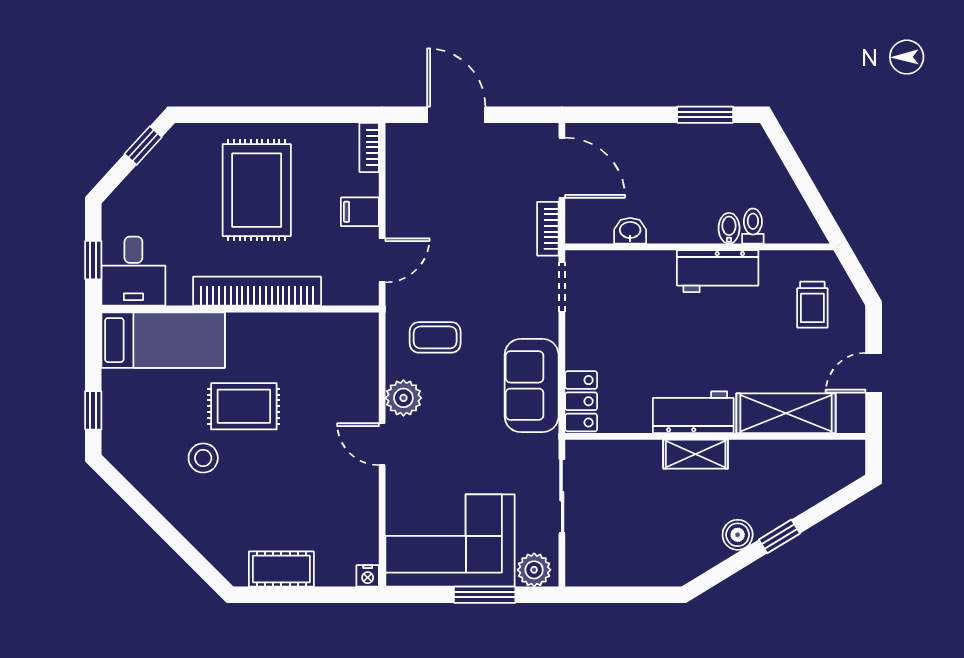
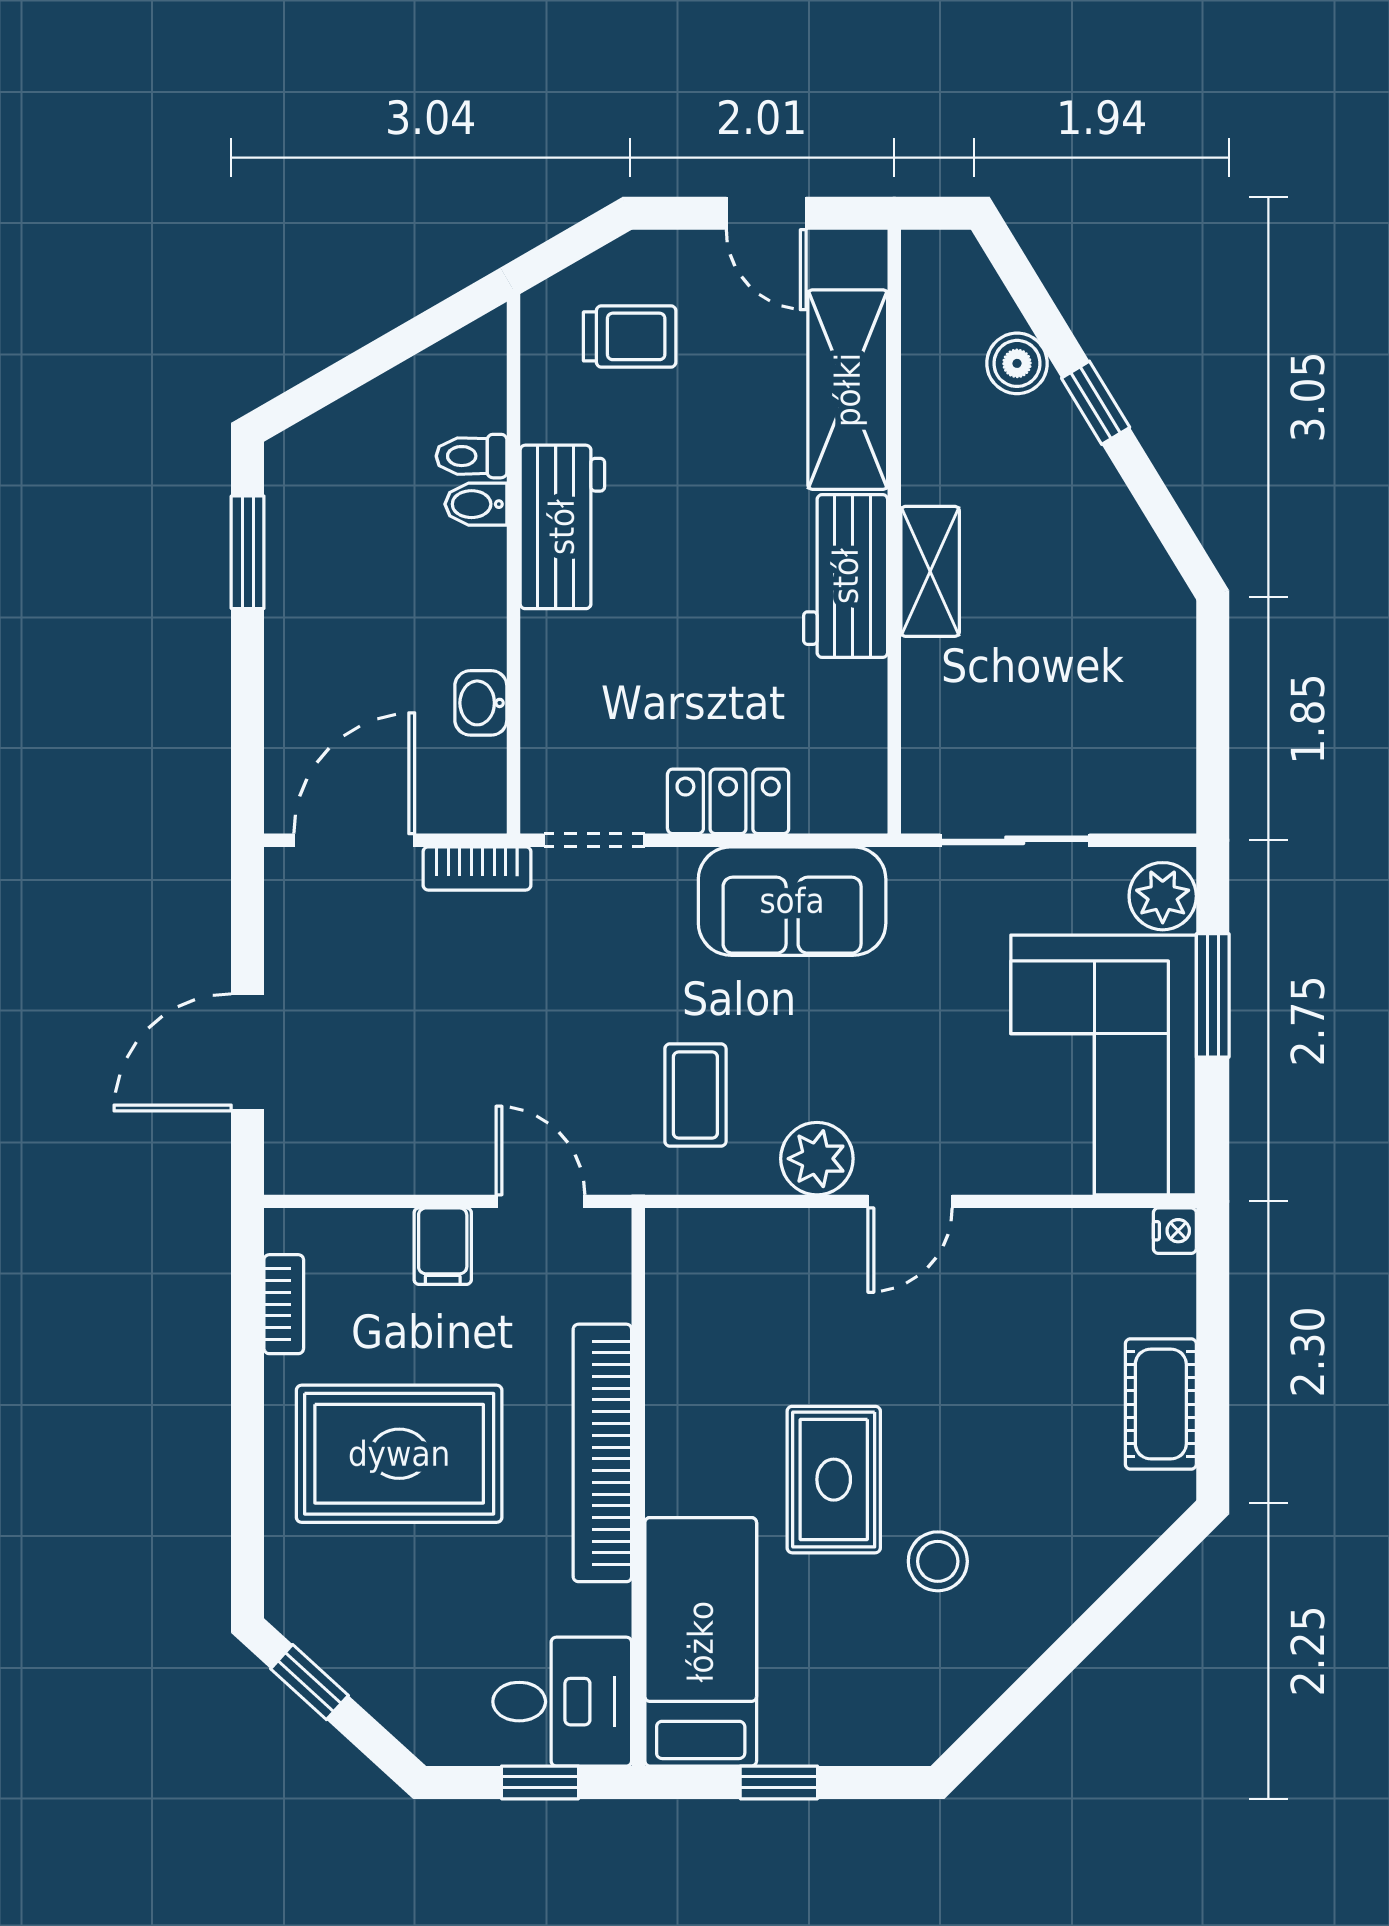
bookcase: (369, 147) -> (284, 1304), moved, turned -90
locker: (581, 401) -> (728, 801), moved
window: (93, 410) -> (779, 1782), moved
boiler: (738, 535) -> (1017, 363), moved

